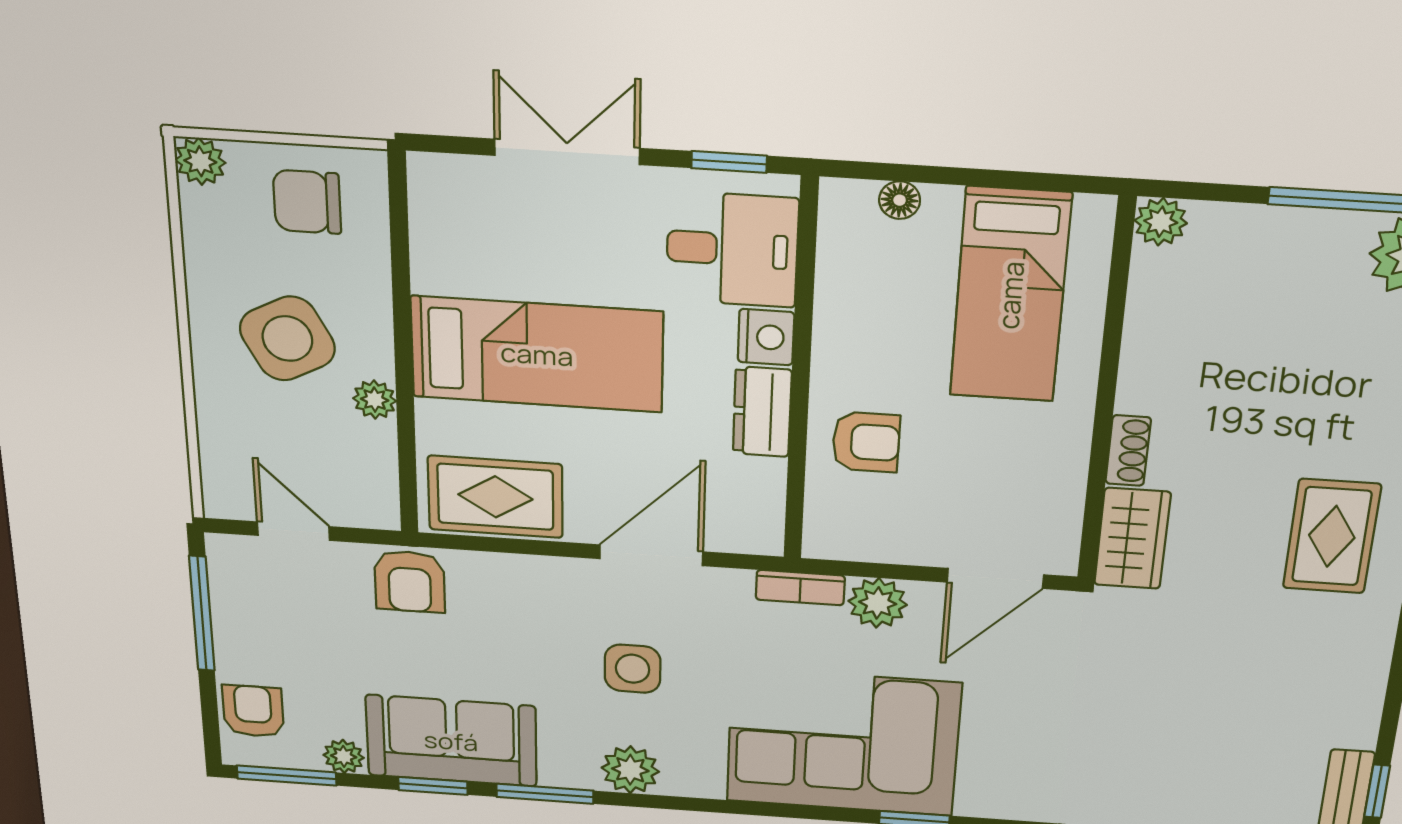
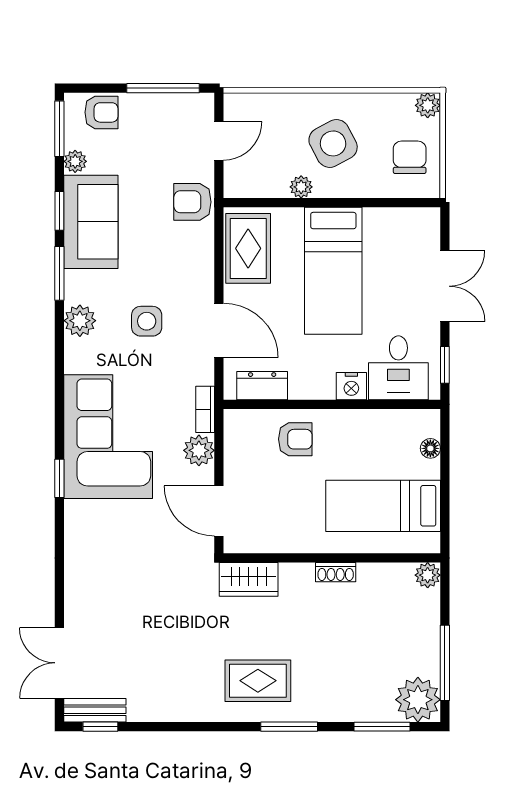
dresser: (762, 412) -> (262, 386), moved
armchair: (866, 442) -> (295, 439), turned -90
shoe rack: (1128, 451) -> (336, 572), moved

